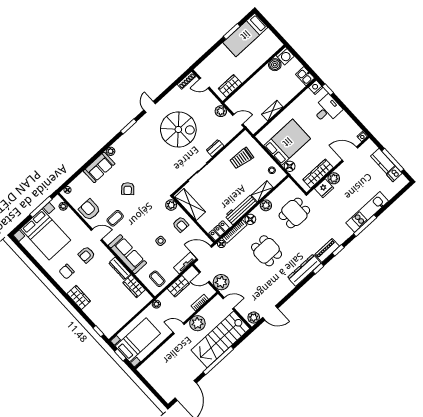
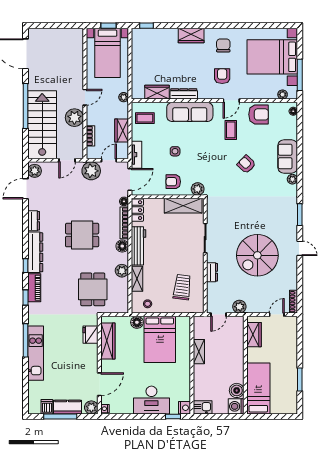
bed: (245, 35) -> (258, 389), moved
desk: (327, 109) -> (151, 400), width x1.37
plant: (334, 178) -> (91, 407), moved
dresser: (285, 289) -> (34, 221), added

